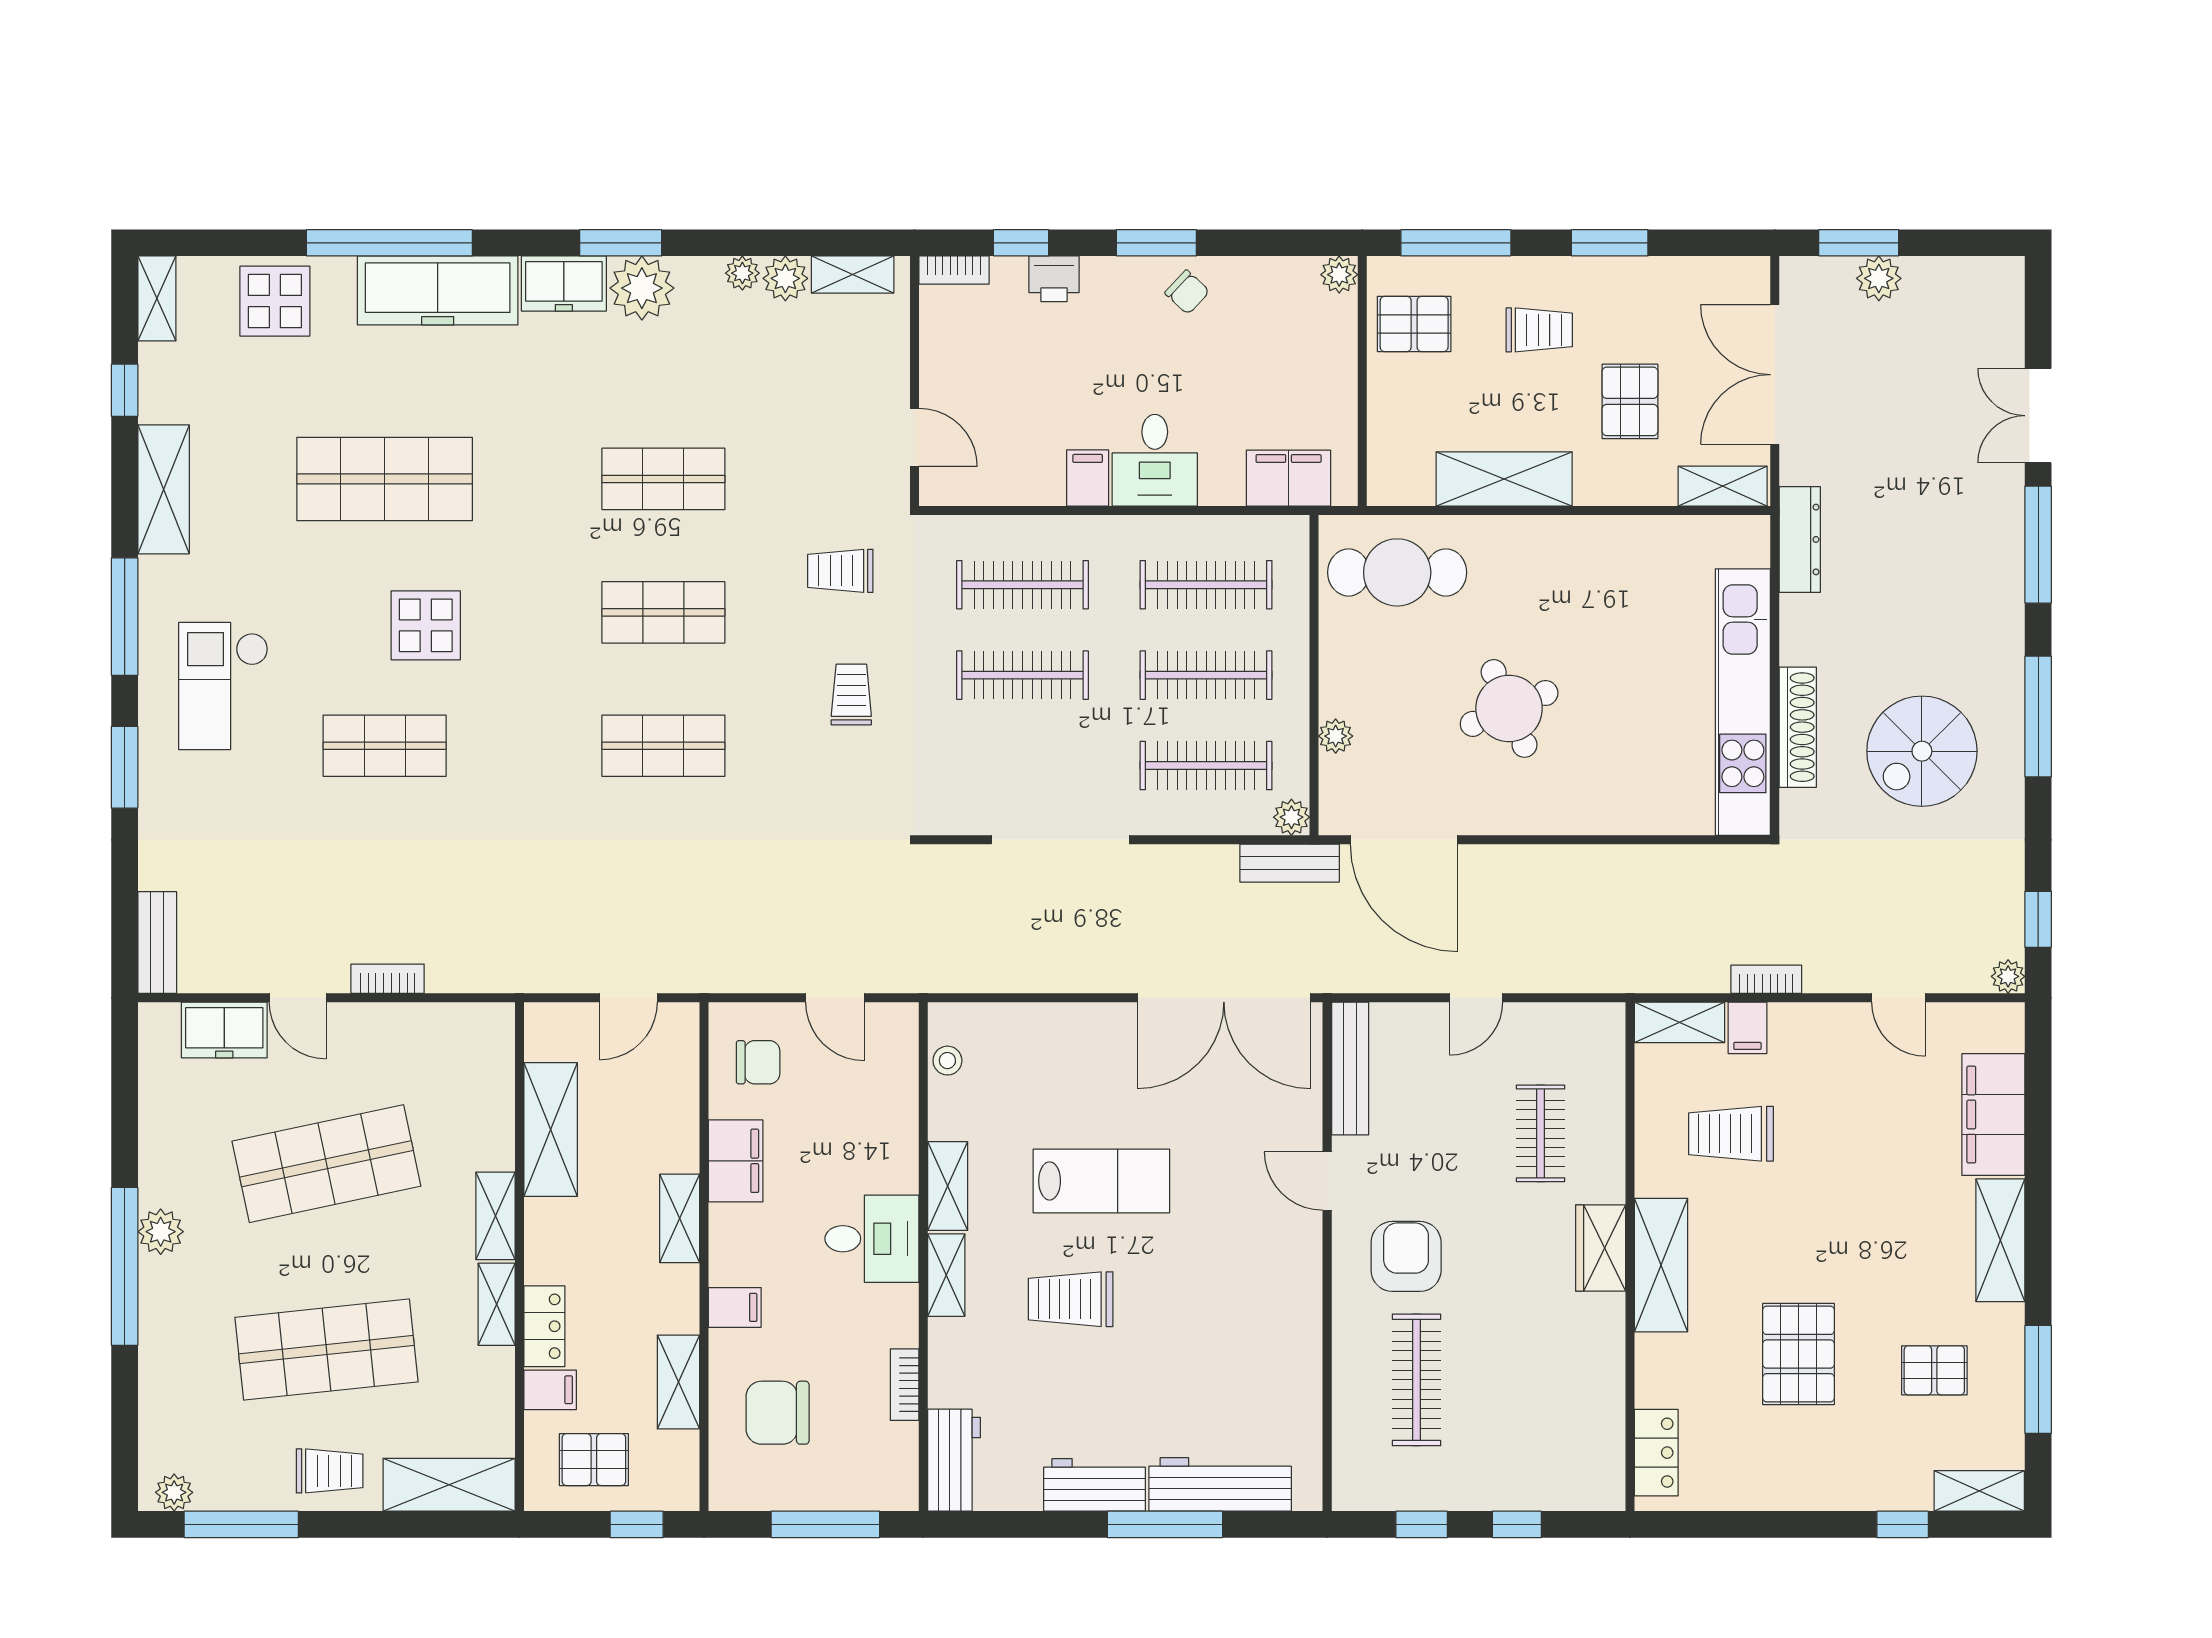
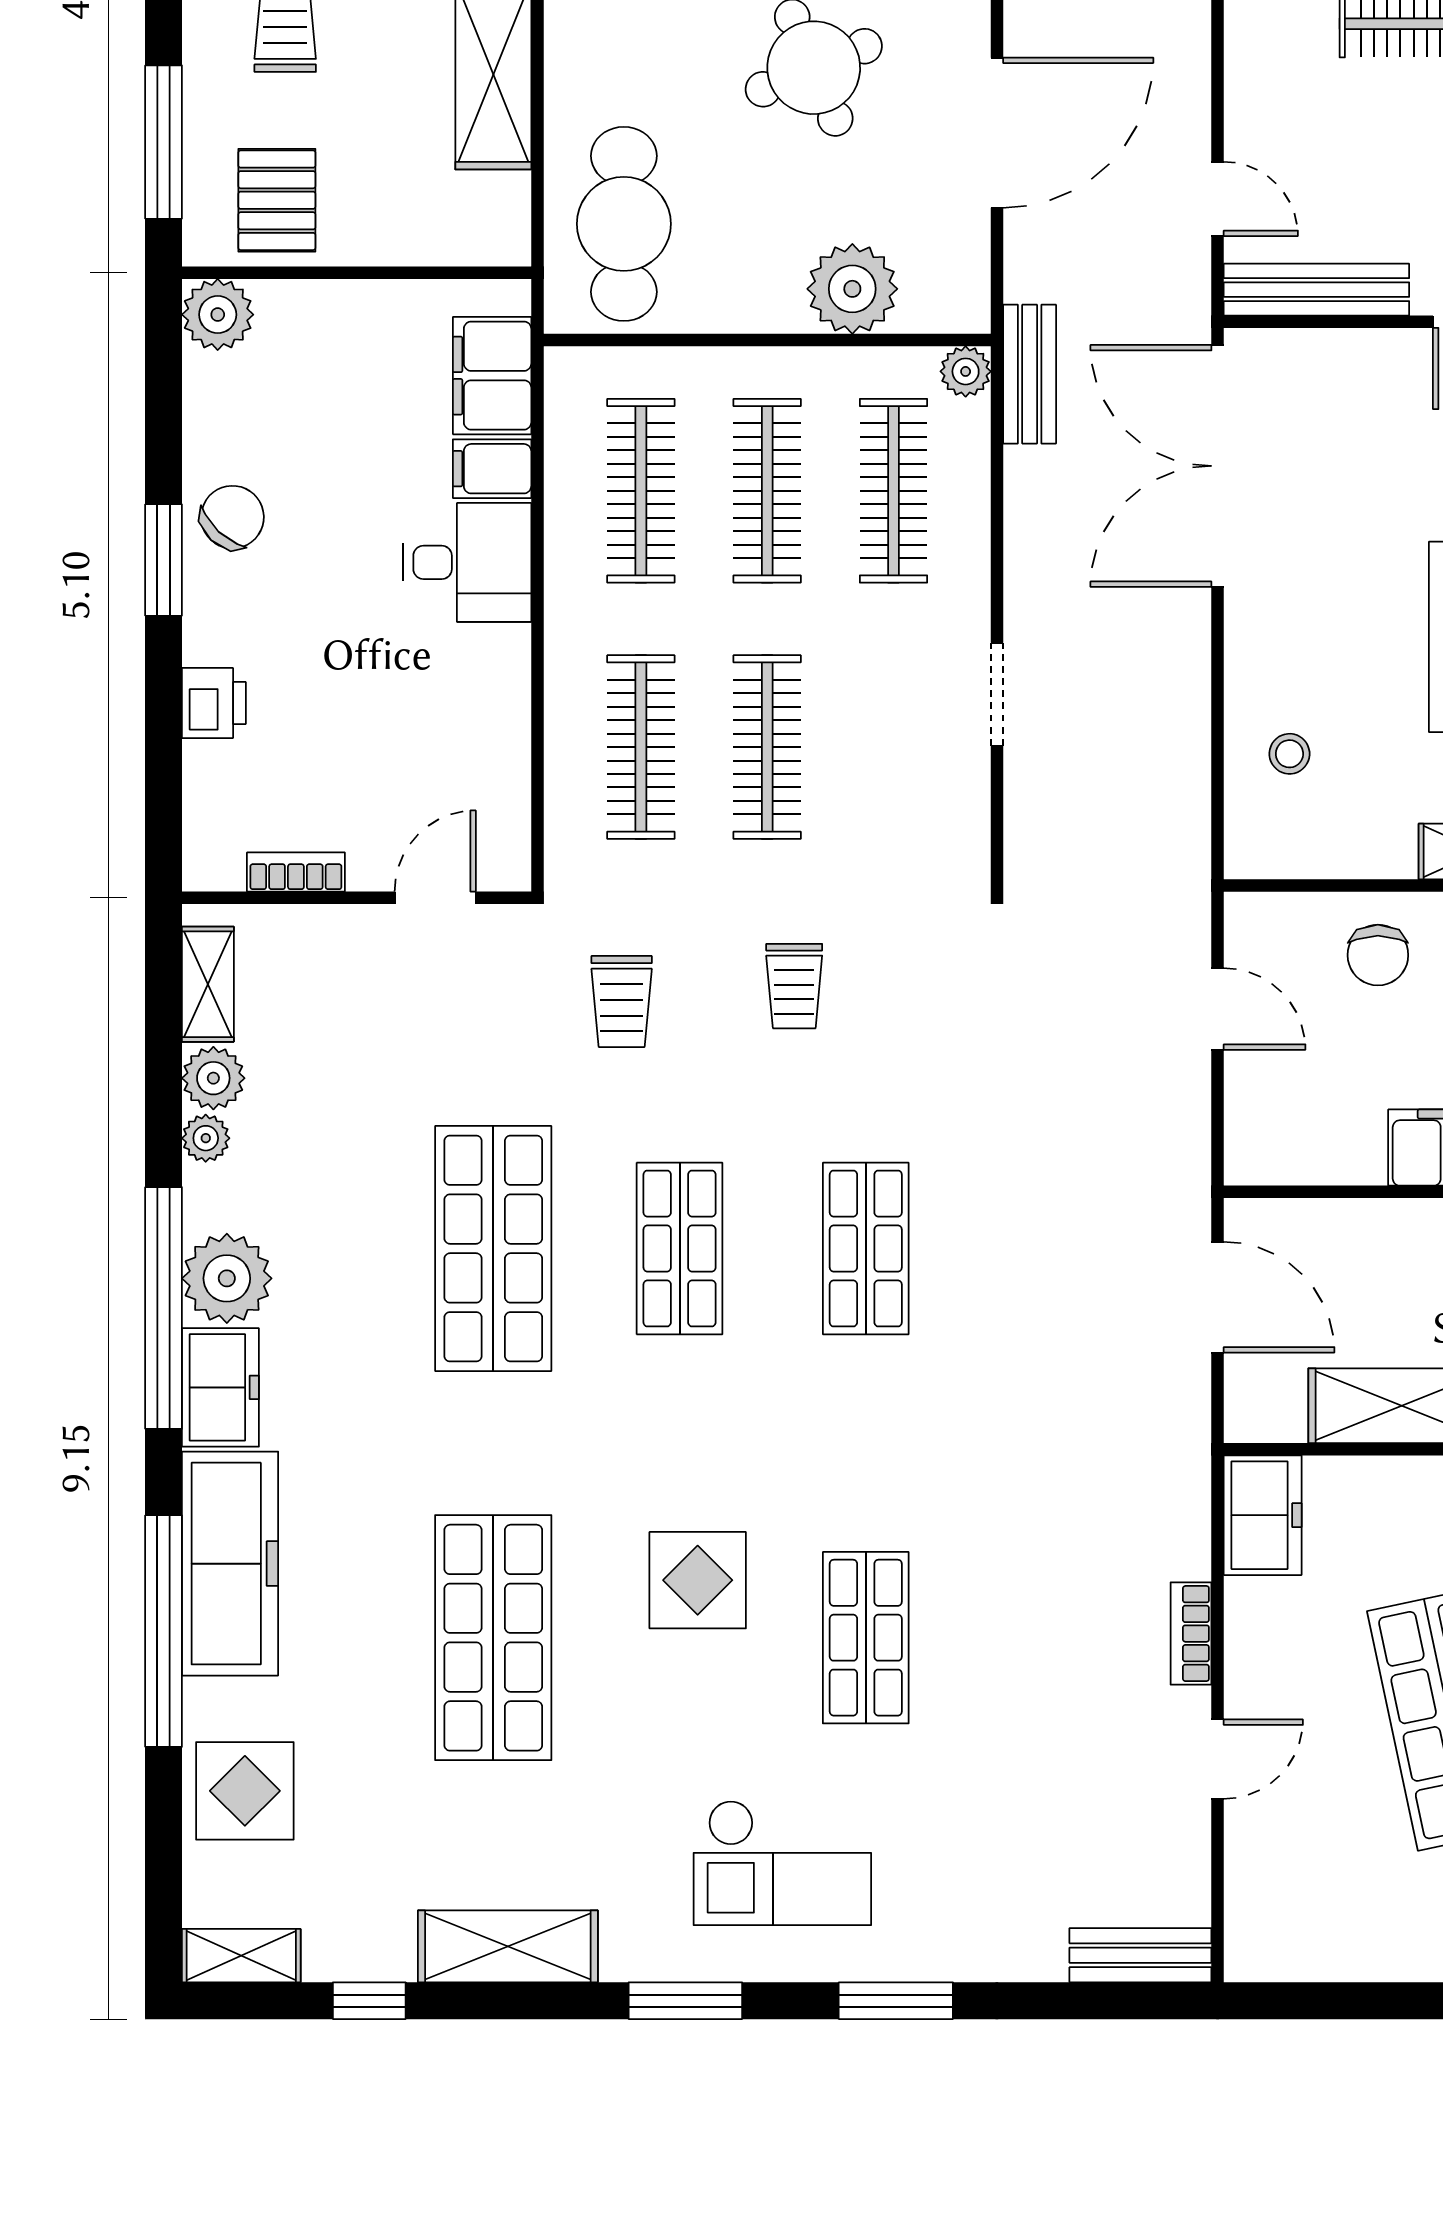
window: (621, 243) -> (164, 1308), width x2.11
window: (1021, 243) -> (164, 749), removed
bookcase: (954, 270) -> (296, 872), moved, turned -90
plant: (1339, 275) -> (218, 315), width x1.38, depth x1.38
chair: (1187, 292) -> (232, 517), width x1.37, depth x1.37
filing cabinet: (1088, 478) -> (492, 469), moved
shop shelf: (663, 479) -> (493, 1248), width x1.43, depth x1.36
window: (125, 617) -> (685, 2001), width x0.69
trolley: (851, 695) -> (794, 986), turned -90
plant: (1336, 736) -> (852, 289), width x1.87, depth x1.87
doorway: (1060, 840) -> (997, 694), width x0.53
door: (1404, 840) -> (997, 133), moved
door: (628, 998) -> (1218, 1297), width x1.38
door: (835, 998) -> (1218, 1009), hinge flipped
double door: (1224, 998) -> (1218, 466), swing flipped
door: (1476, 998) -> (1218, 199), moved
freezer: (224, 1030) -> (1263, 1515), moved
stool: (947, 1061) -> (1289, 754), moved
chair: (758, 1062) -> (1378, 955), moved, turned 180

